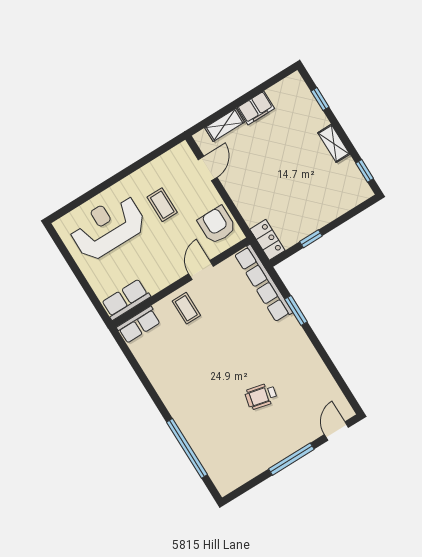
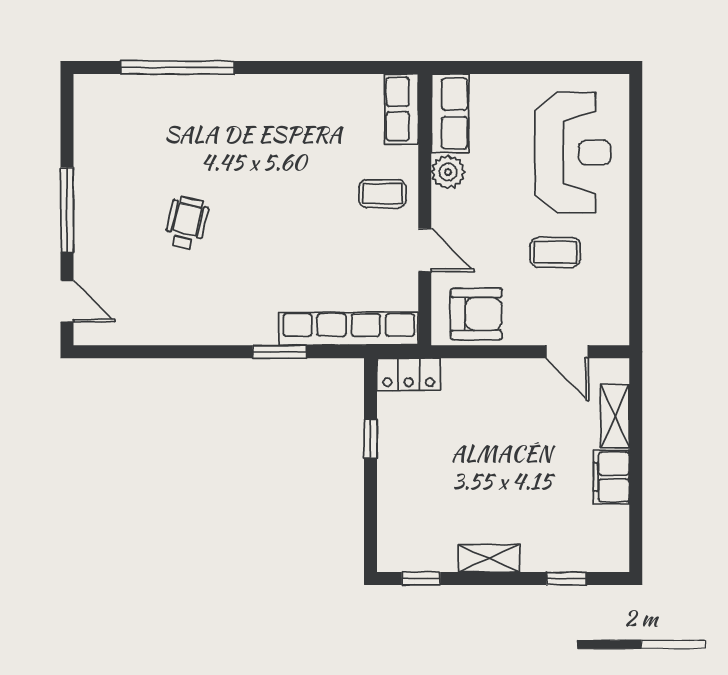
plant: (155, 282) -> (448, 172), added

